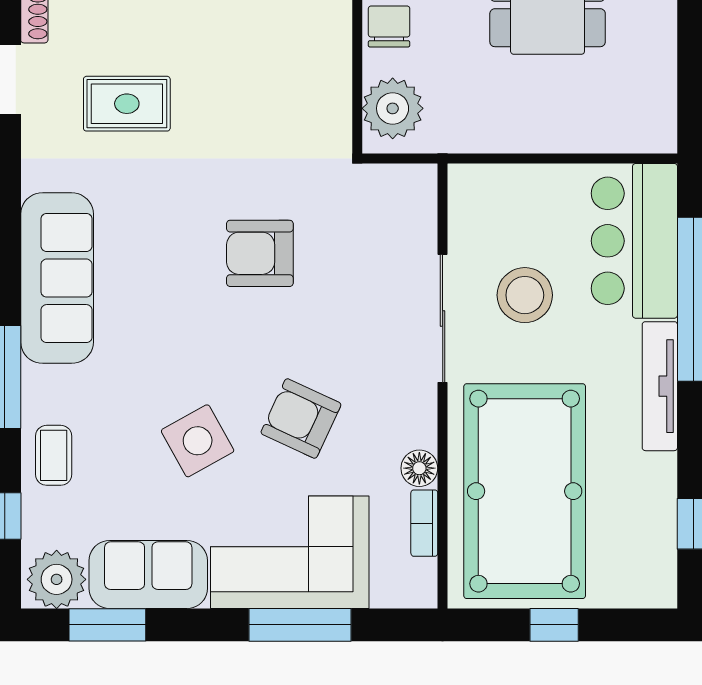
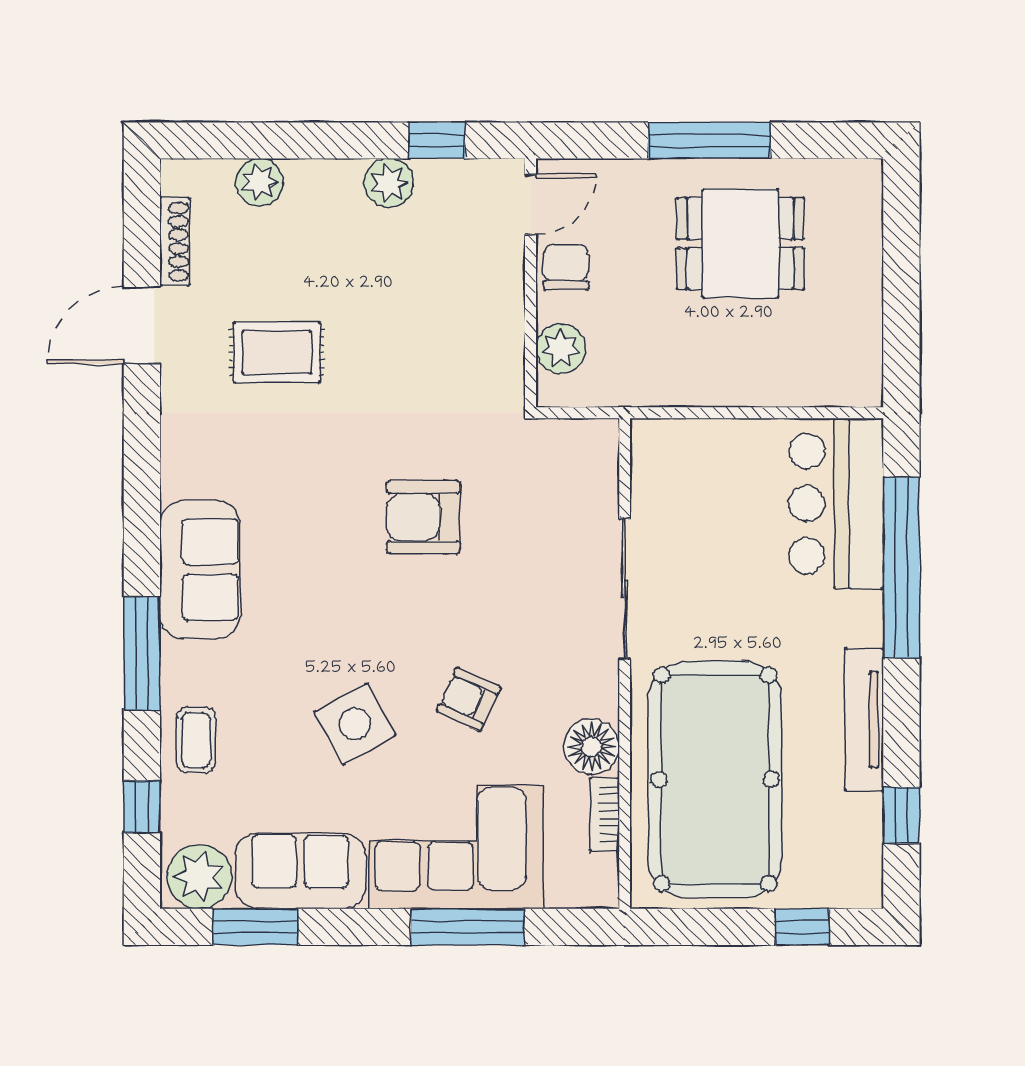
plant: (393, 108) -> (561, 349), width x0.73, depth x0.73
sofa: (57, 278) -> (200, 569), width x0.73
stool: (525, 295) -> (715, 563), removed
tv unit: (660, 386) -> (864, 720), moved
armchair: (301, 419) -> (469, 699), width x0.72, depth x0.72
floor lamp: (419, 468) -> (592, 747), width x1.38, depth x1.38
window: (554, 625) -> (802, 927), moved

